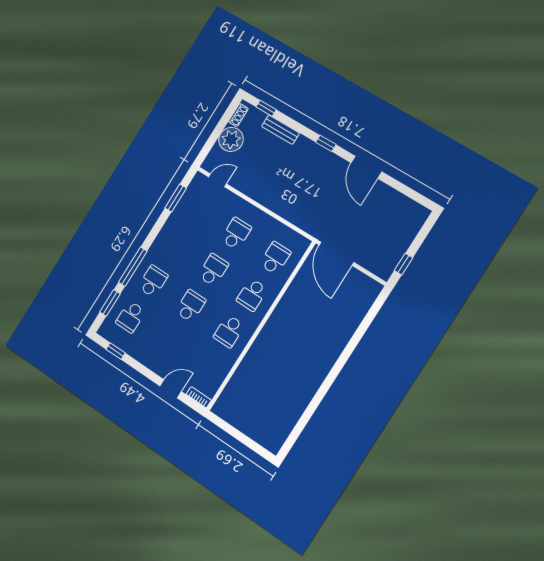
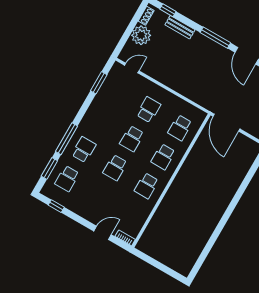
window: (326, 143) -> (215, 38), width x2.17
school desk: (275, 258) -> (180, 128), turned 180
school desk: (213, 270) -> (132, 139), turned 180
school desk: (191, 306) -> (115, 168), turned 180

